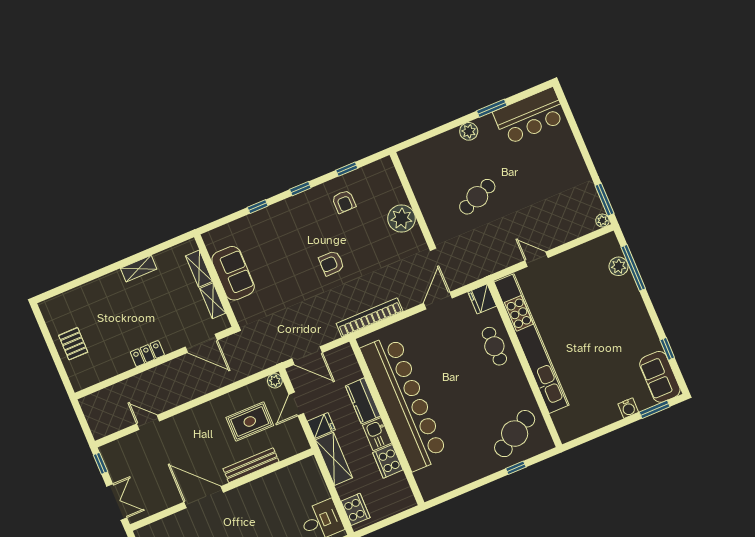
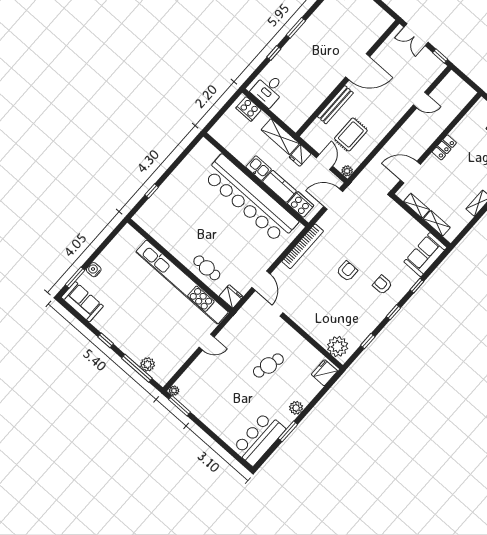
fridge: (415, 157) -> (324, 373), added
cafe table: (477, 197) -> (268, 365), turned 37
armchair: (344, 202) -> (382, 285), moved
plant: (401, 218) -> (338, 347), moved
sofa: (233, 273) -> (425, 255), moved, turned 90
window: (667, 349) -> (106, 340), moved
cafe table: (515, 434) -> (164, 214), removed
cooker: (388, 461) -> (301, 205), moved

